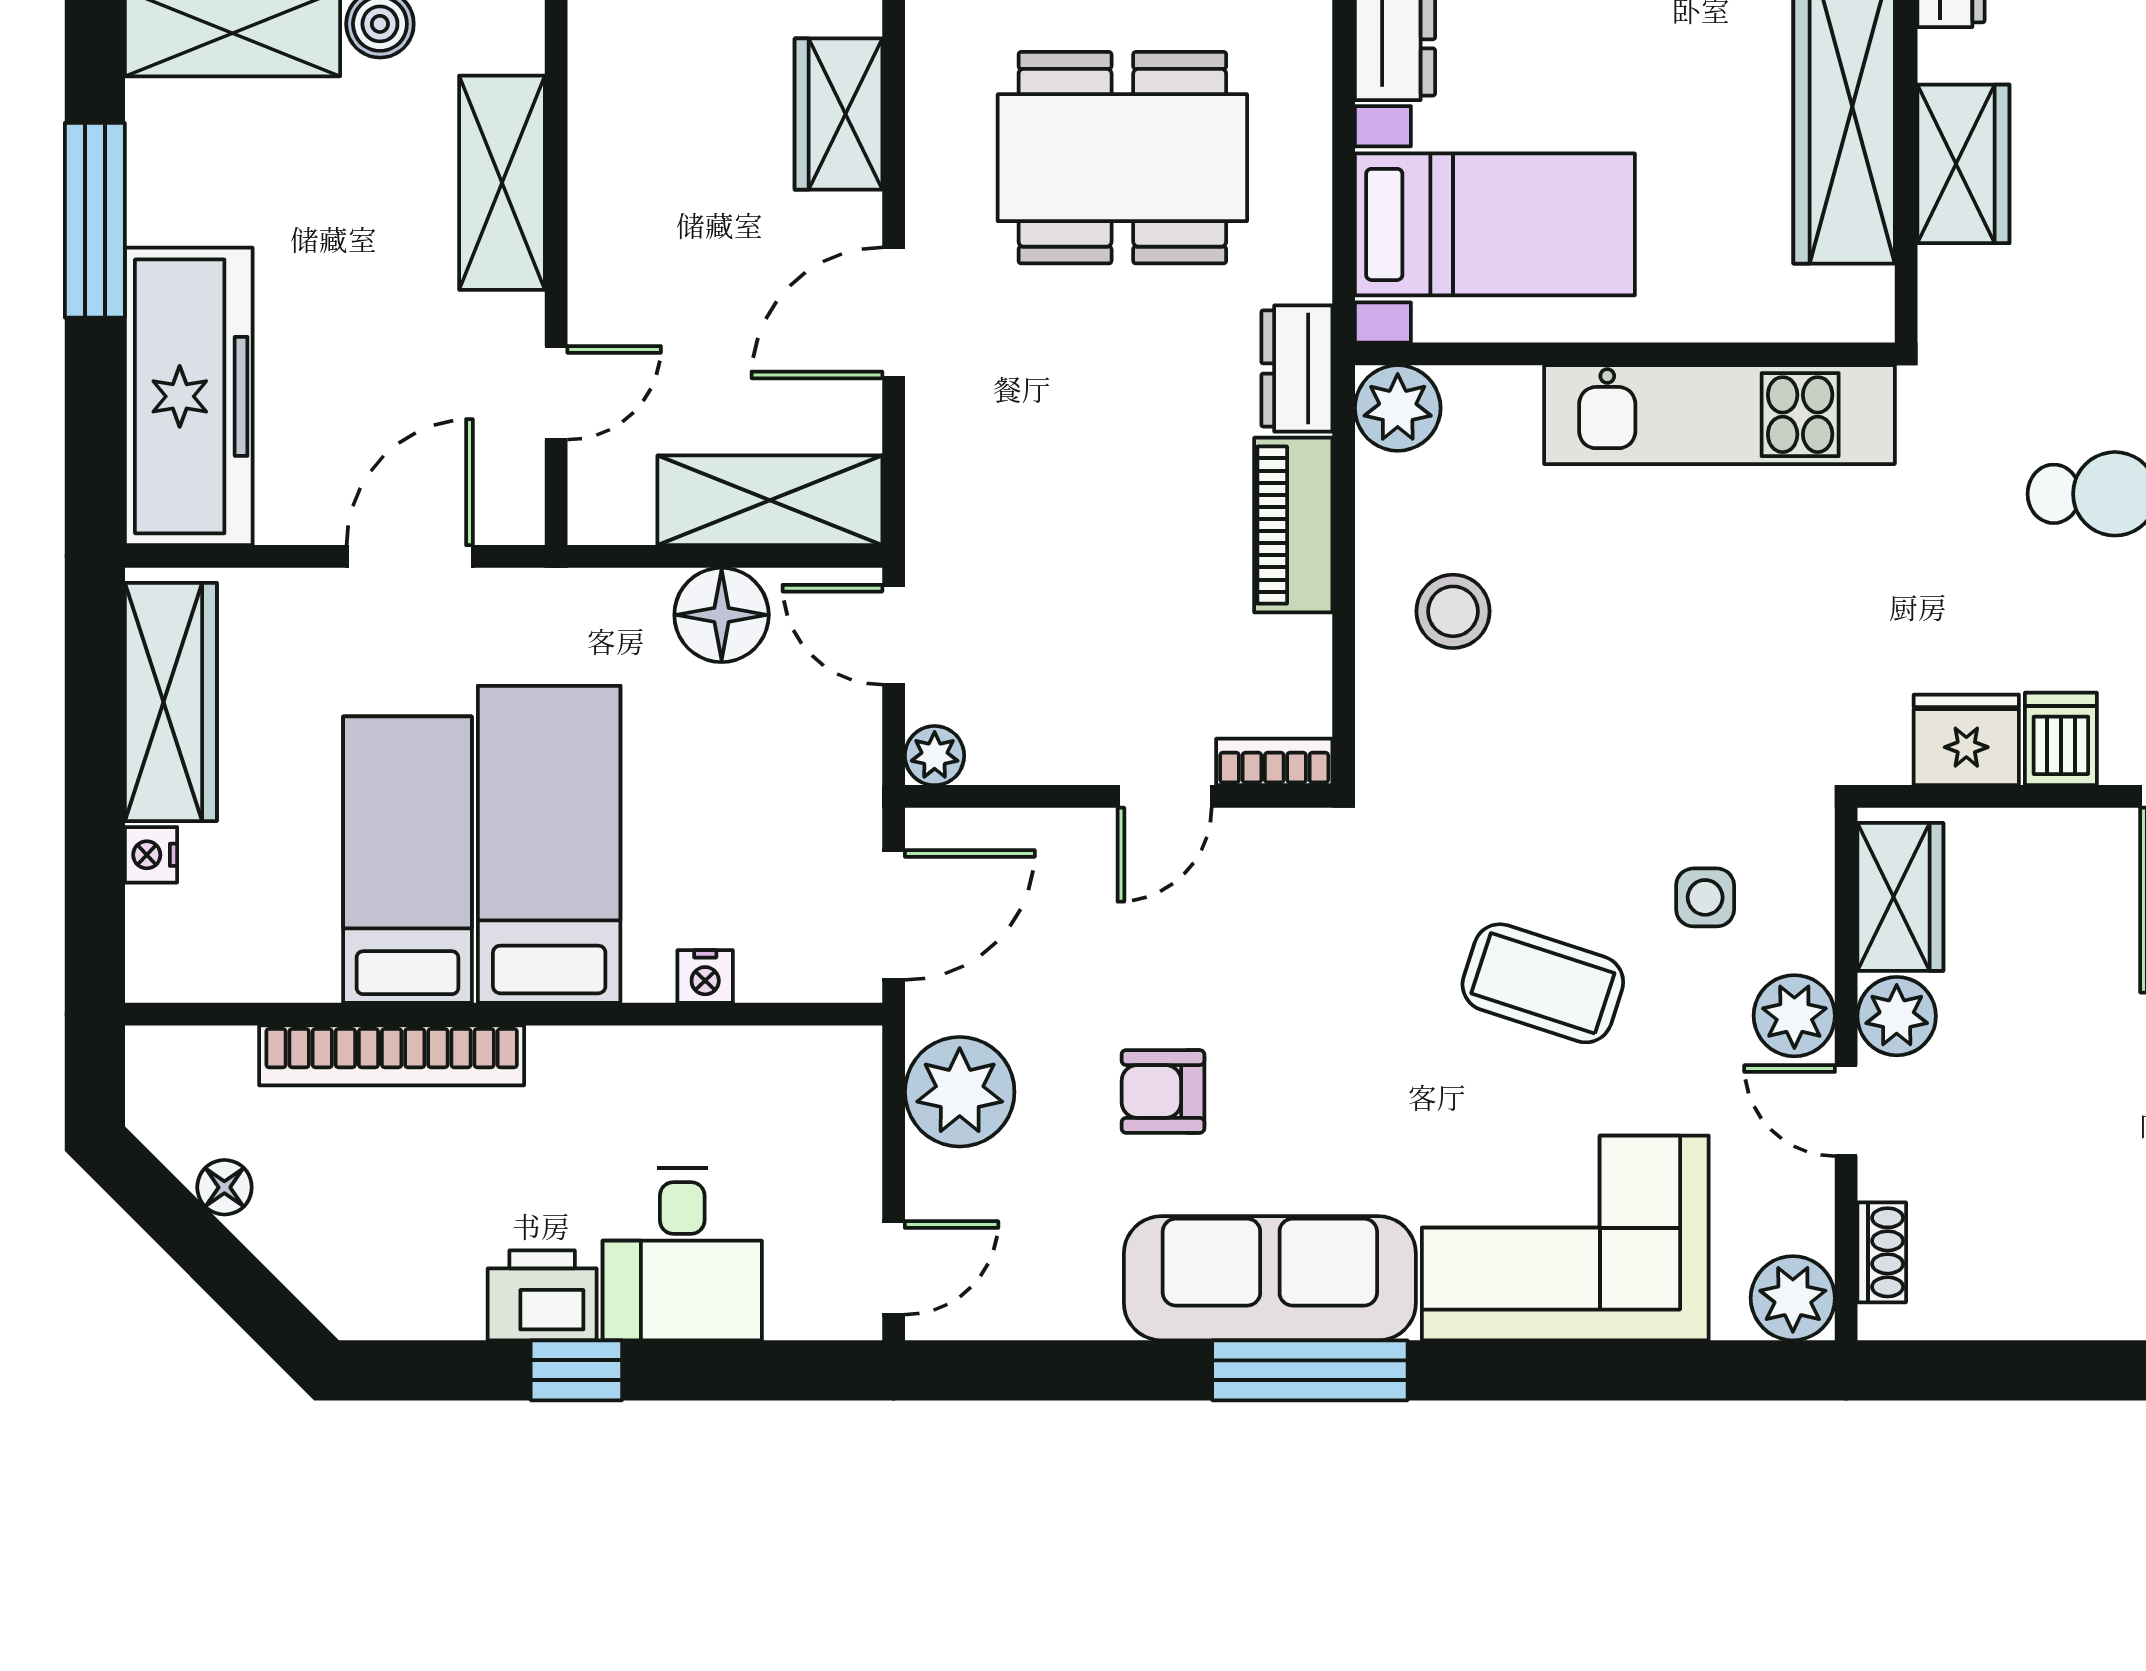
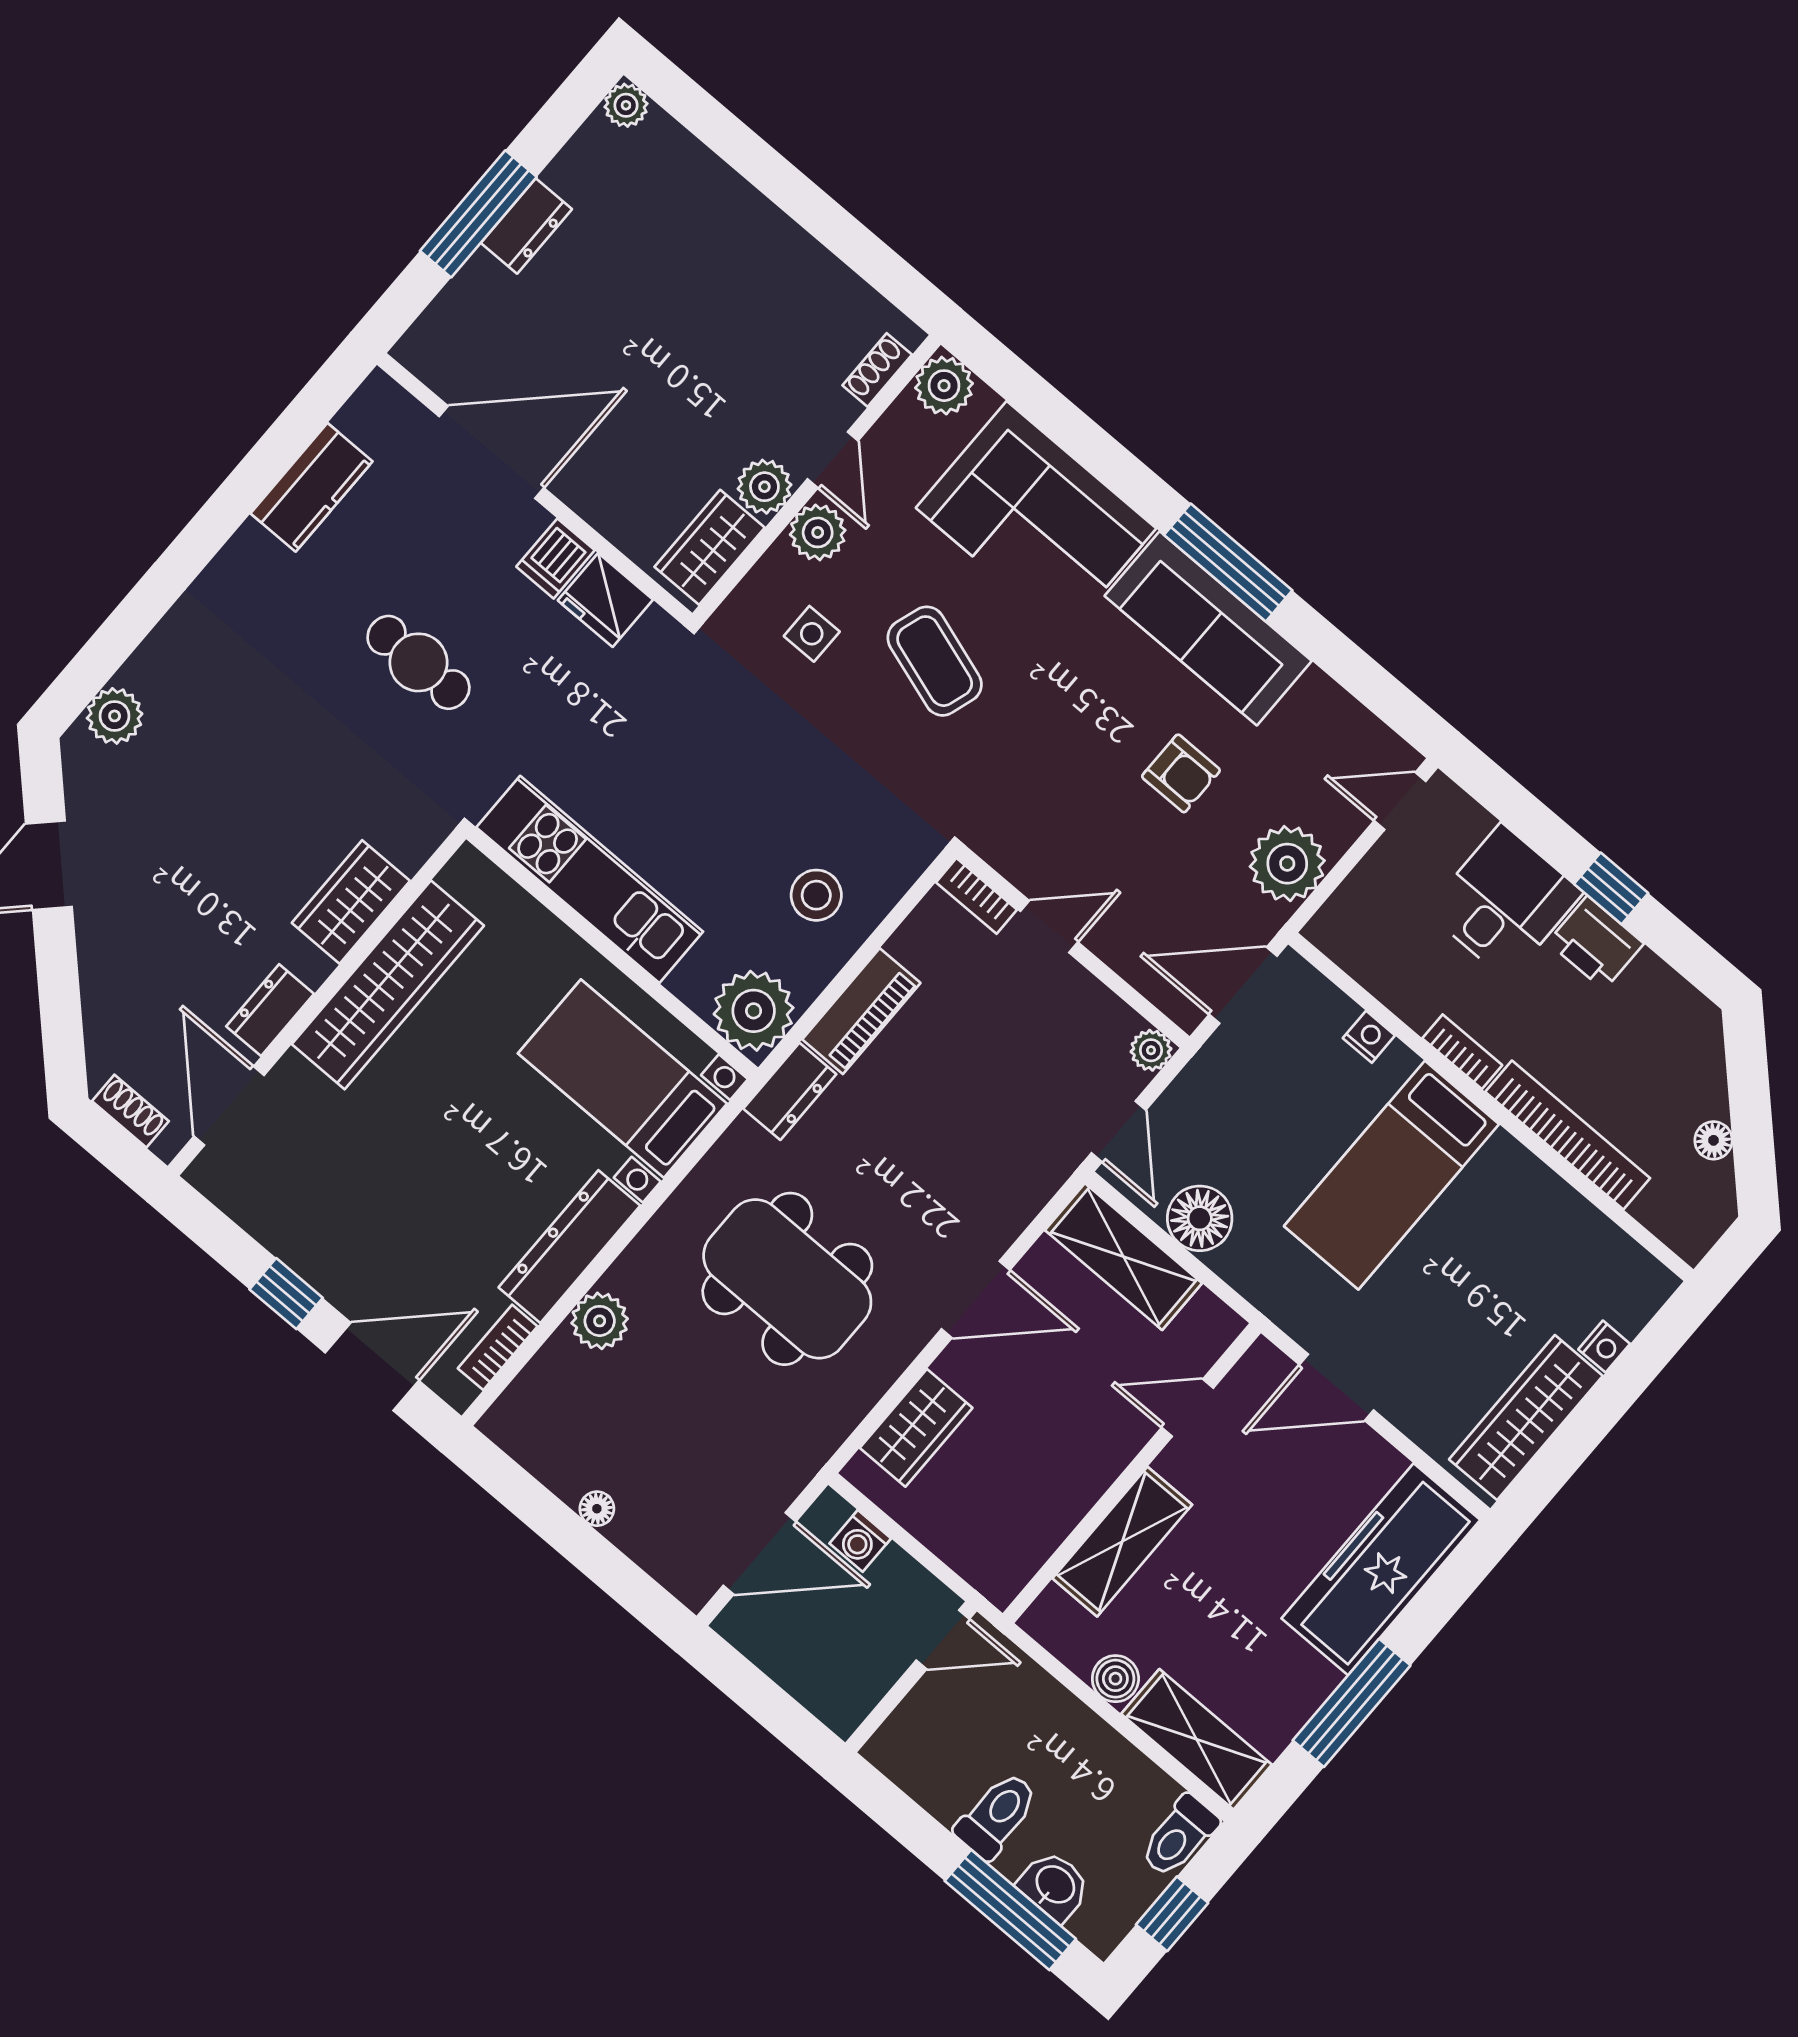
plant: (1398, 408) -> (754, 1011), width x1.36, depth x1.36
bed: (407, 860) -> (1472, 1230), removed
bookcase: (587, 1048) -> (1462, 1052), added

